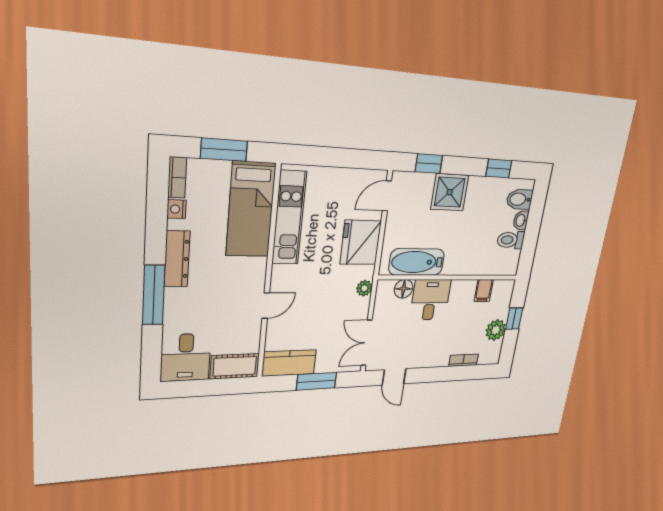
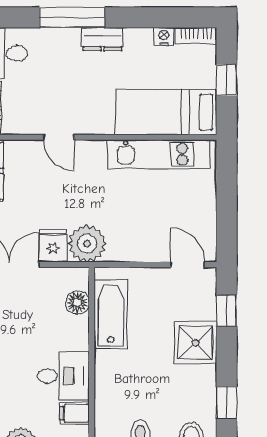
window: (224, 150) -> (227, 80), width x0.67
fridge: (361, 242) -> (53, 246), moved, width x0.53, depth x0.75
dresser: (177, 259) -> (102, 39), width x0.70
plant: (364, 288) -> (87, 244), width x1.88, depth x1.88
desk: (430, 300) -> (63, 376), moved

